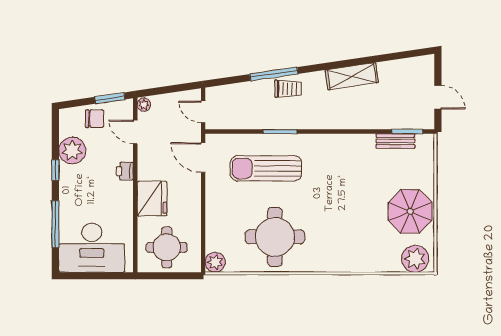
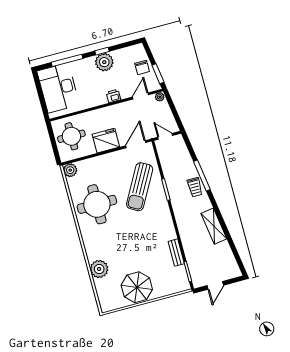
door: (203, 112) -> (165, 136), hinge flipped
bench: (395, 141) -> (176, 253), moved
plant: (72, 150) -> (104, 62), moved
sun lounger: (266, 168) -> (140, 187), turned -151
fridge: (152, 199) -> (106, 141), moved, turned 180
plant: (415, 259) -> (99, 269), moved

